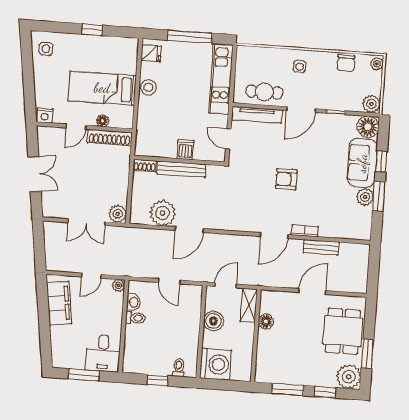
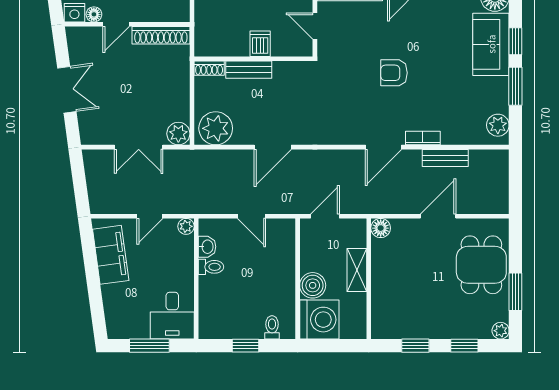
floor lamp: (103, 121) -> (94, 14), moved
bench: (182, 169) -> (249, 70), width x0.73
plant: (365, 197) -> (498, 125), moved
plant: (163, 213) -> (216, 128), moved
shelving: (249, 305) -> (357, 270), moved
boiler: (213, 321) -> (313, 285), moved
floor lamp: (266, 322) -> (381, 228), moved
plant: (349, 377) -> (501, 331), width x0.53, depth x0.53
window: (288, 389) -> (415, 346), width x0.67

